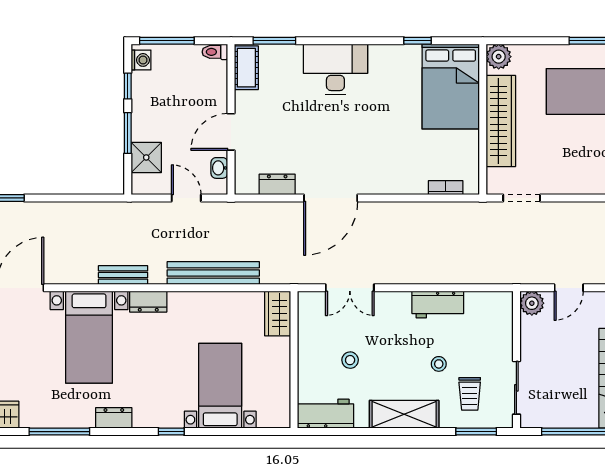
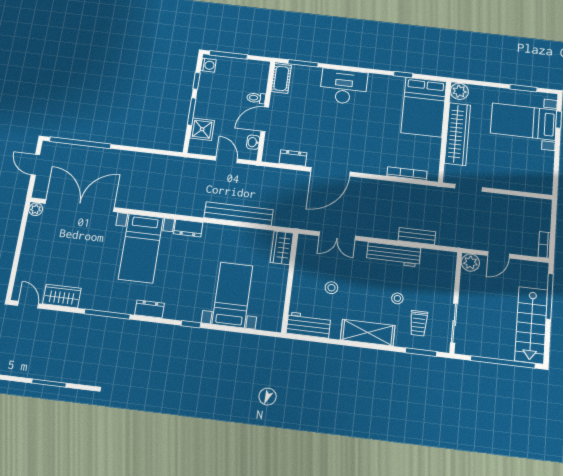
toilet: (215, 52) -> (256, 98), moved
bookcase: (446, 188) -> (407, 173), width x1.56
bench: (123, 275) -> (417, 236), moved
workbench: (438, 305) -> (394, 254), width x1.38

